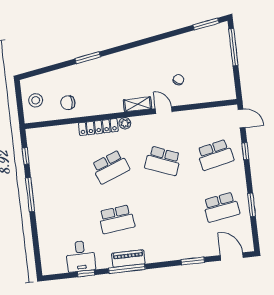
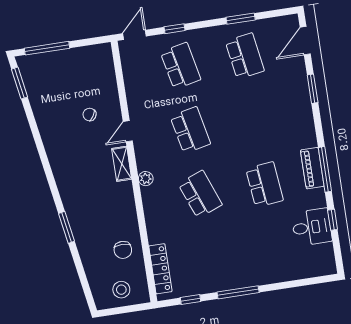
locker: (98, 127) -> (160, 269), moved
school desk: (163, 161) -> (190, 130), turned -33

